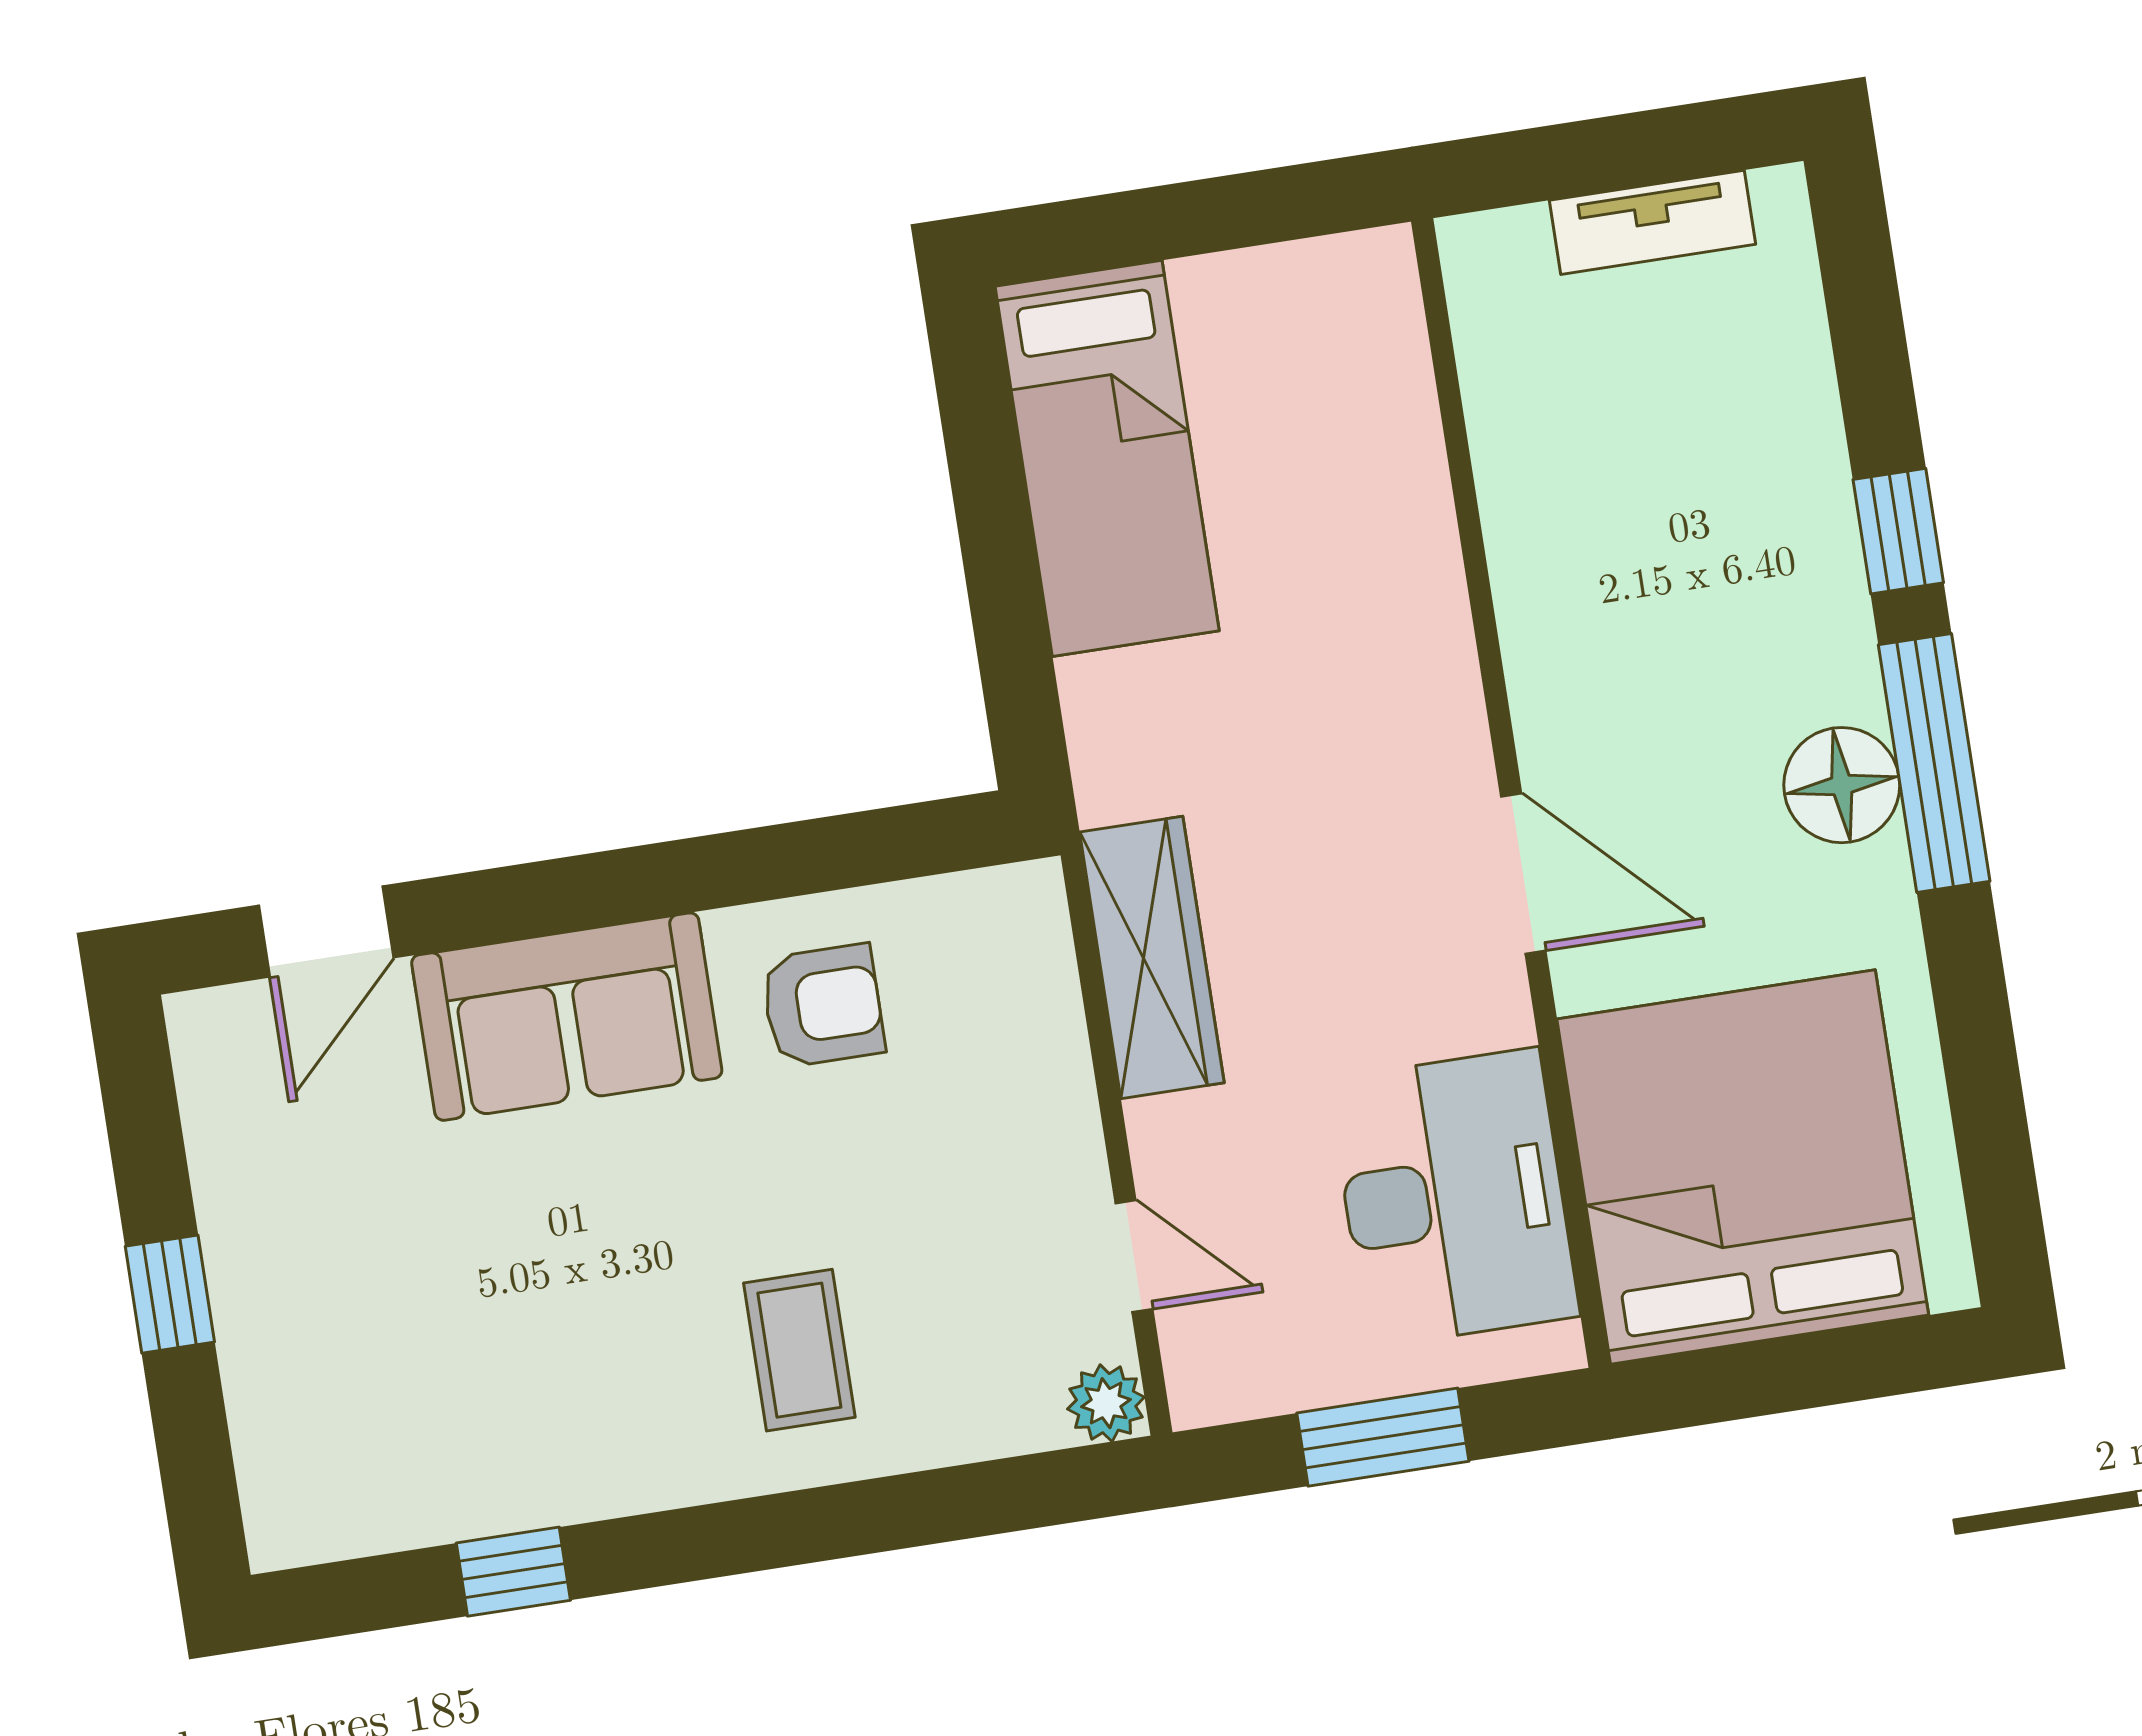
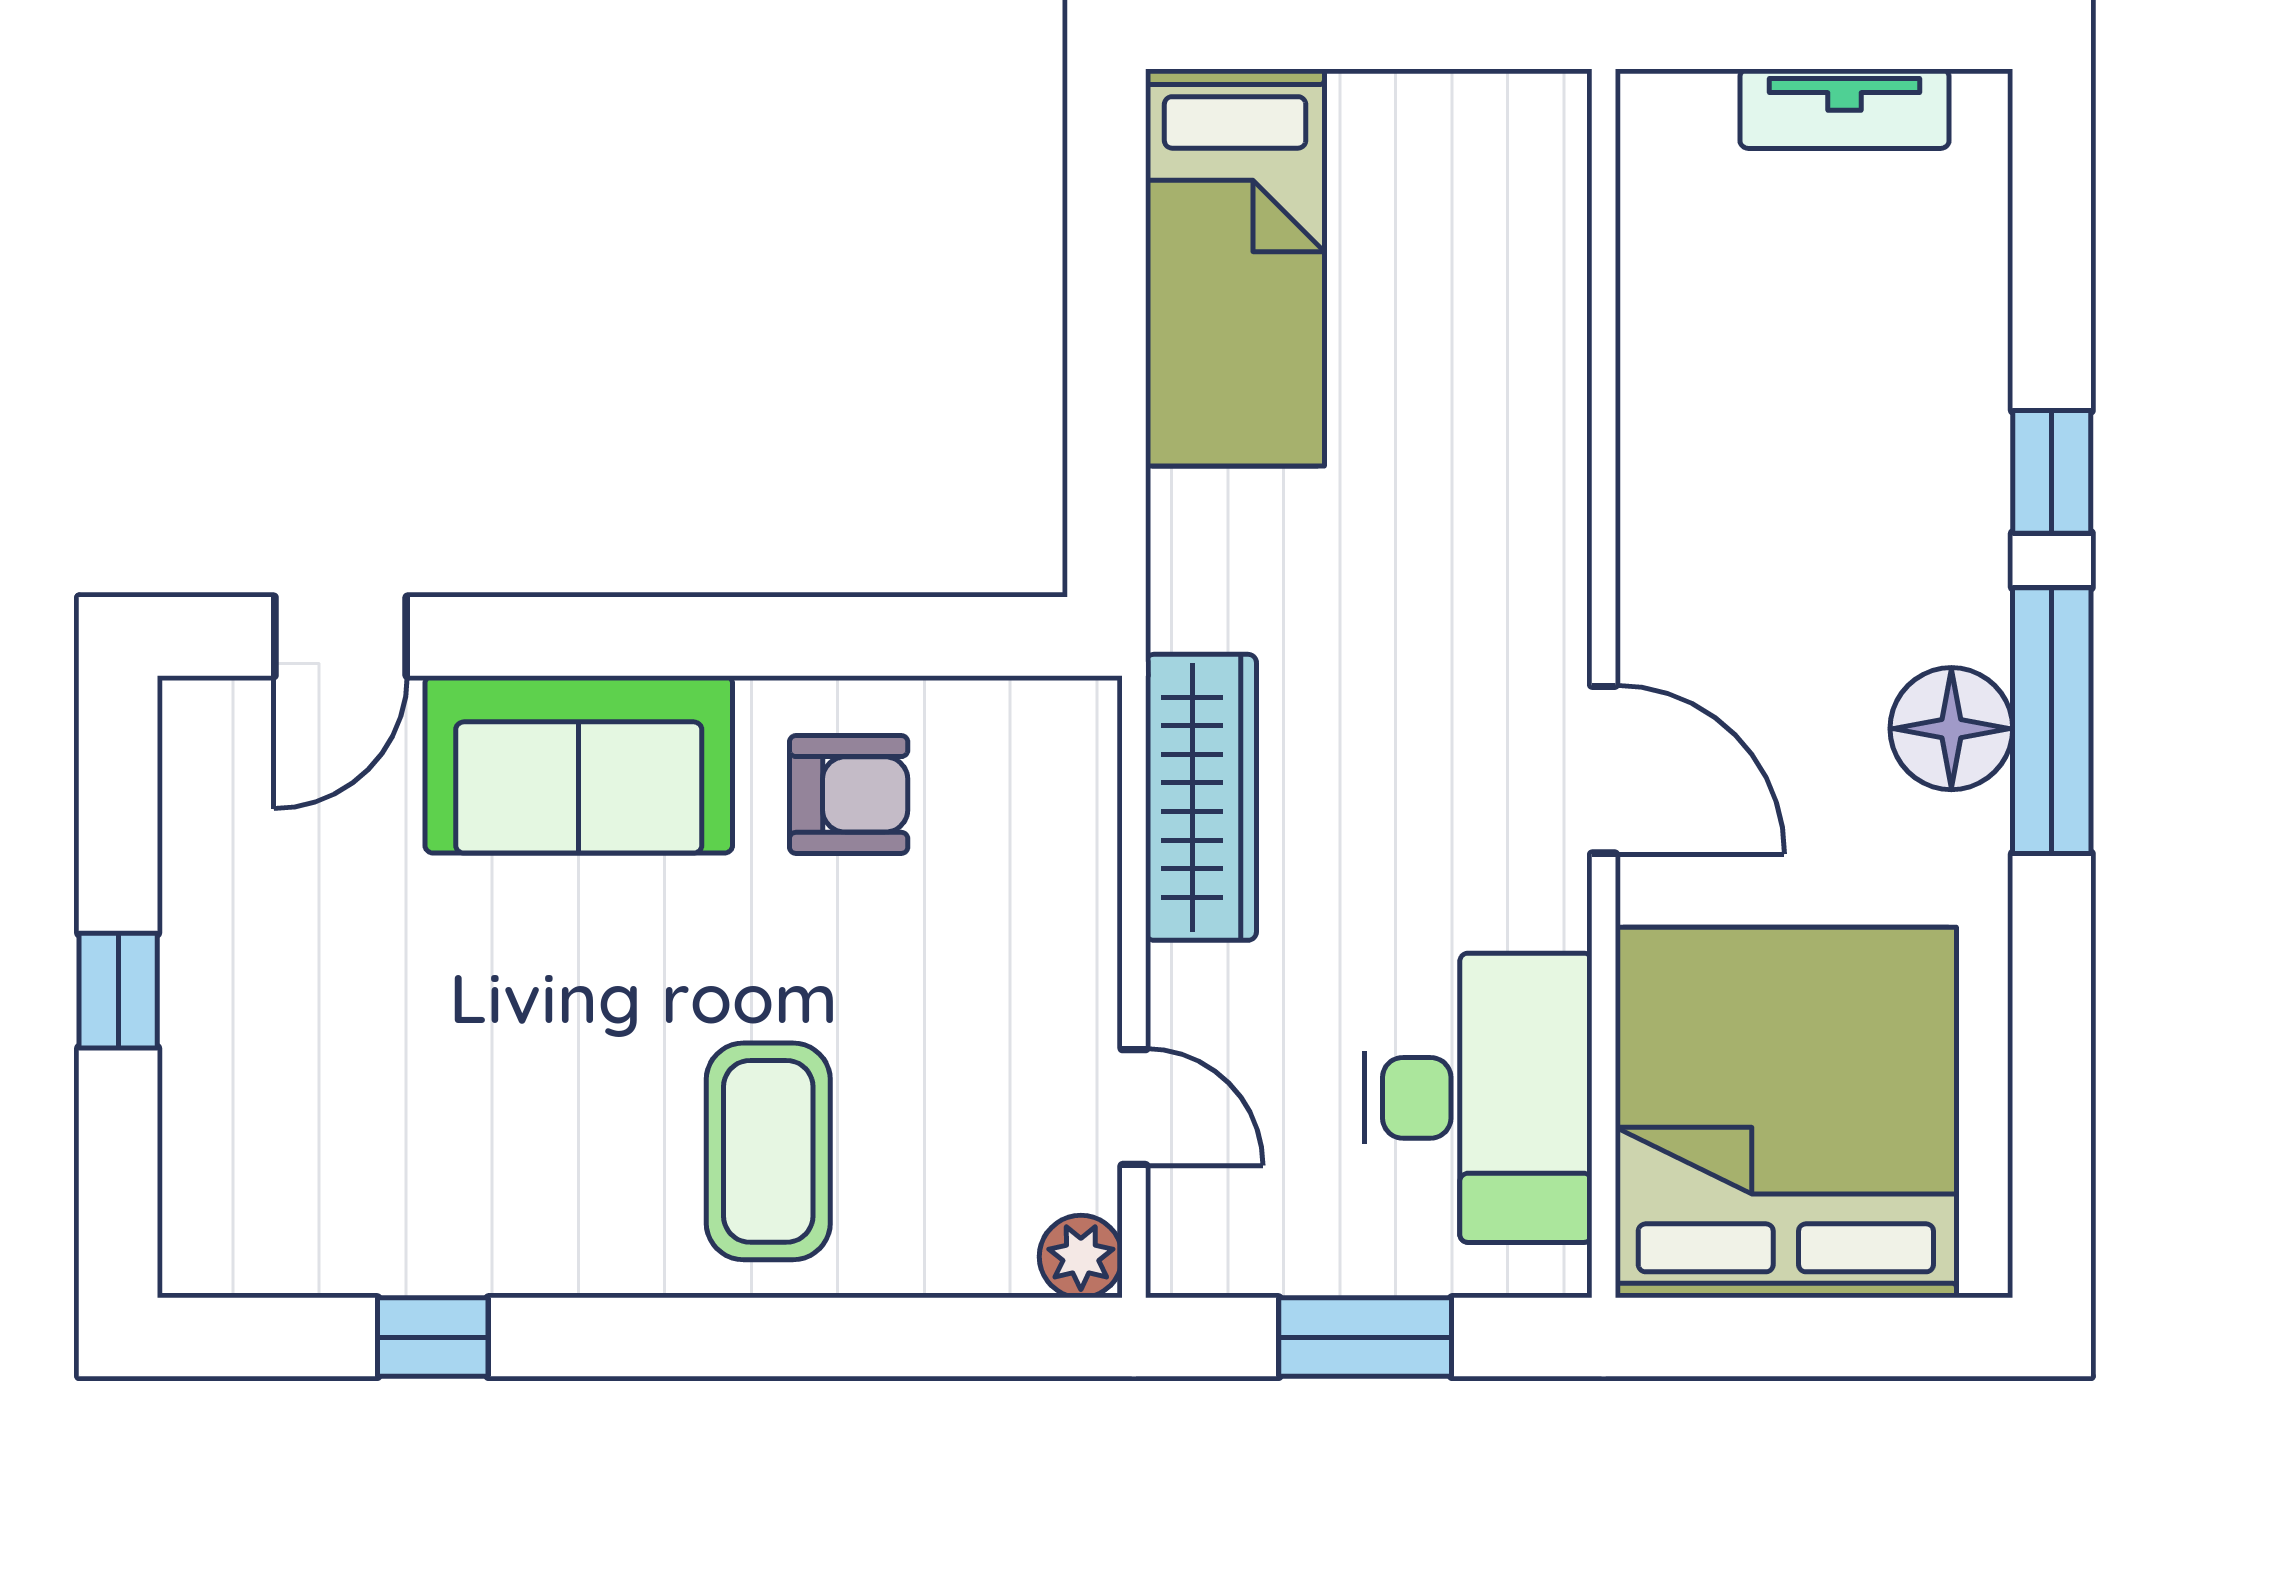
coffee table: (799, 1350) -> (768, 1151), width x1.36, depth x1.30

